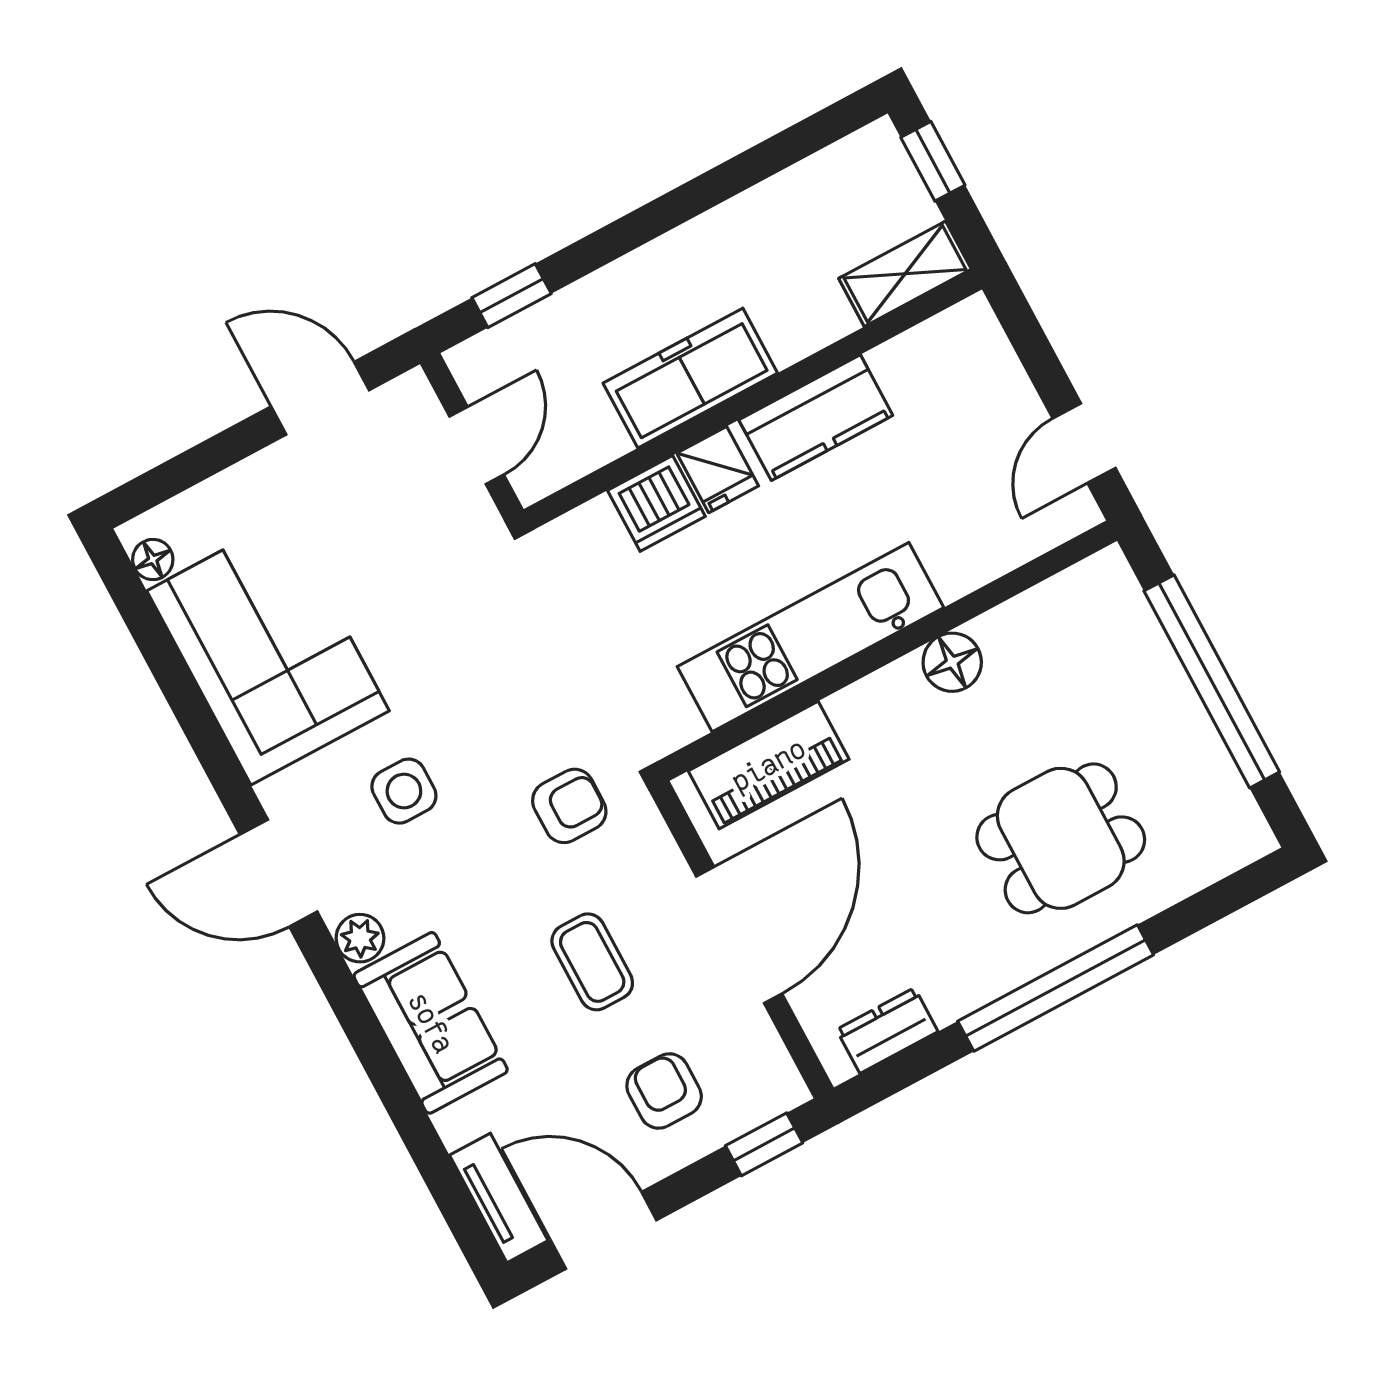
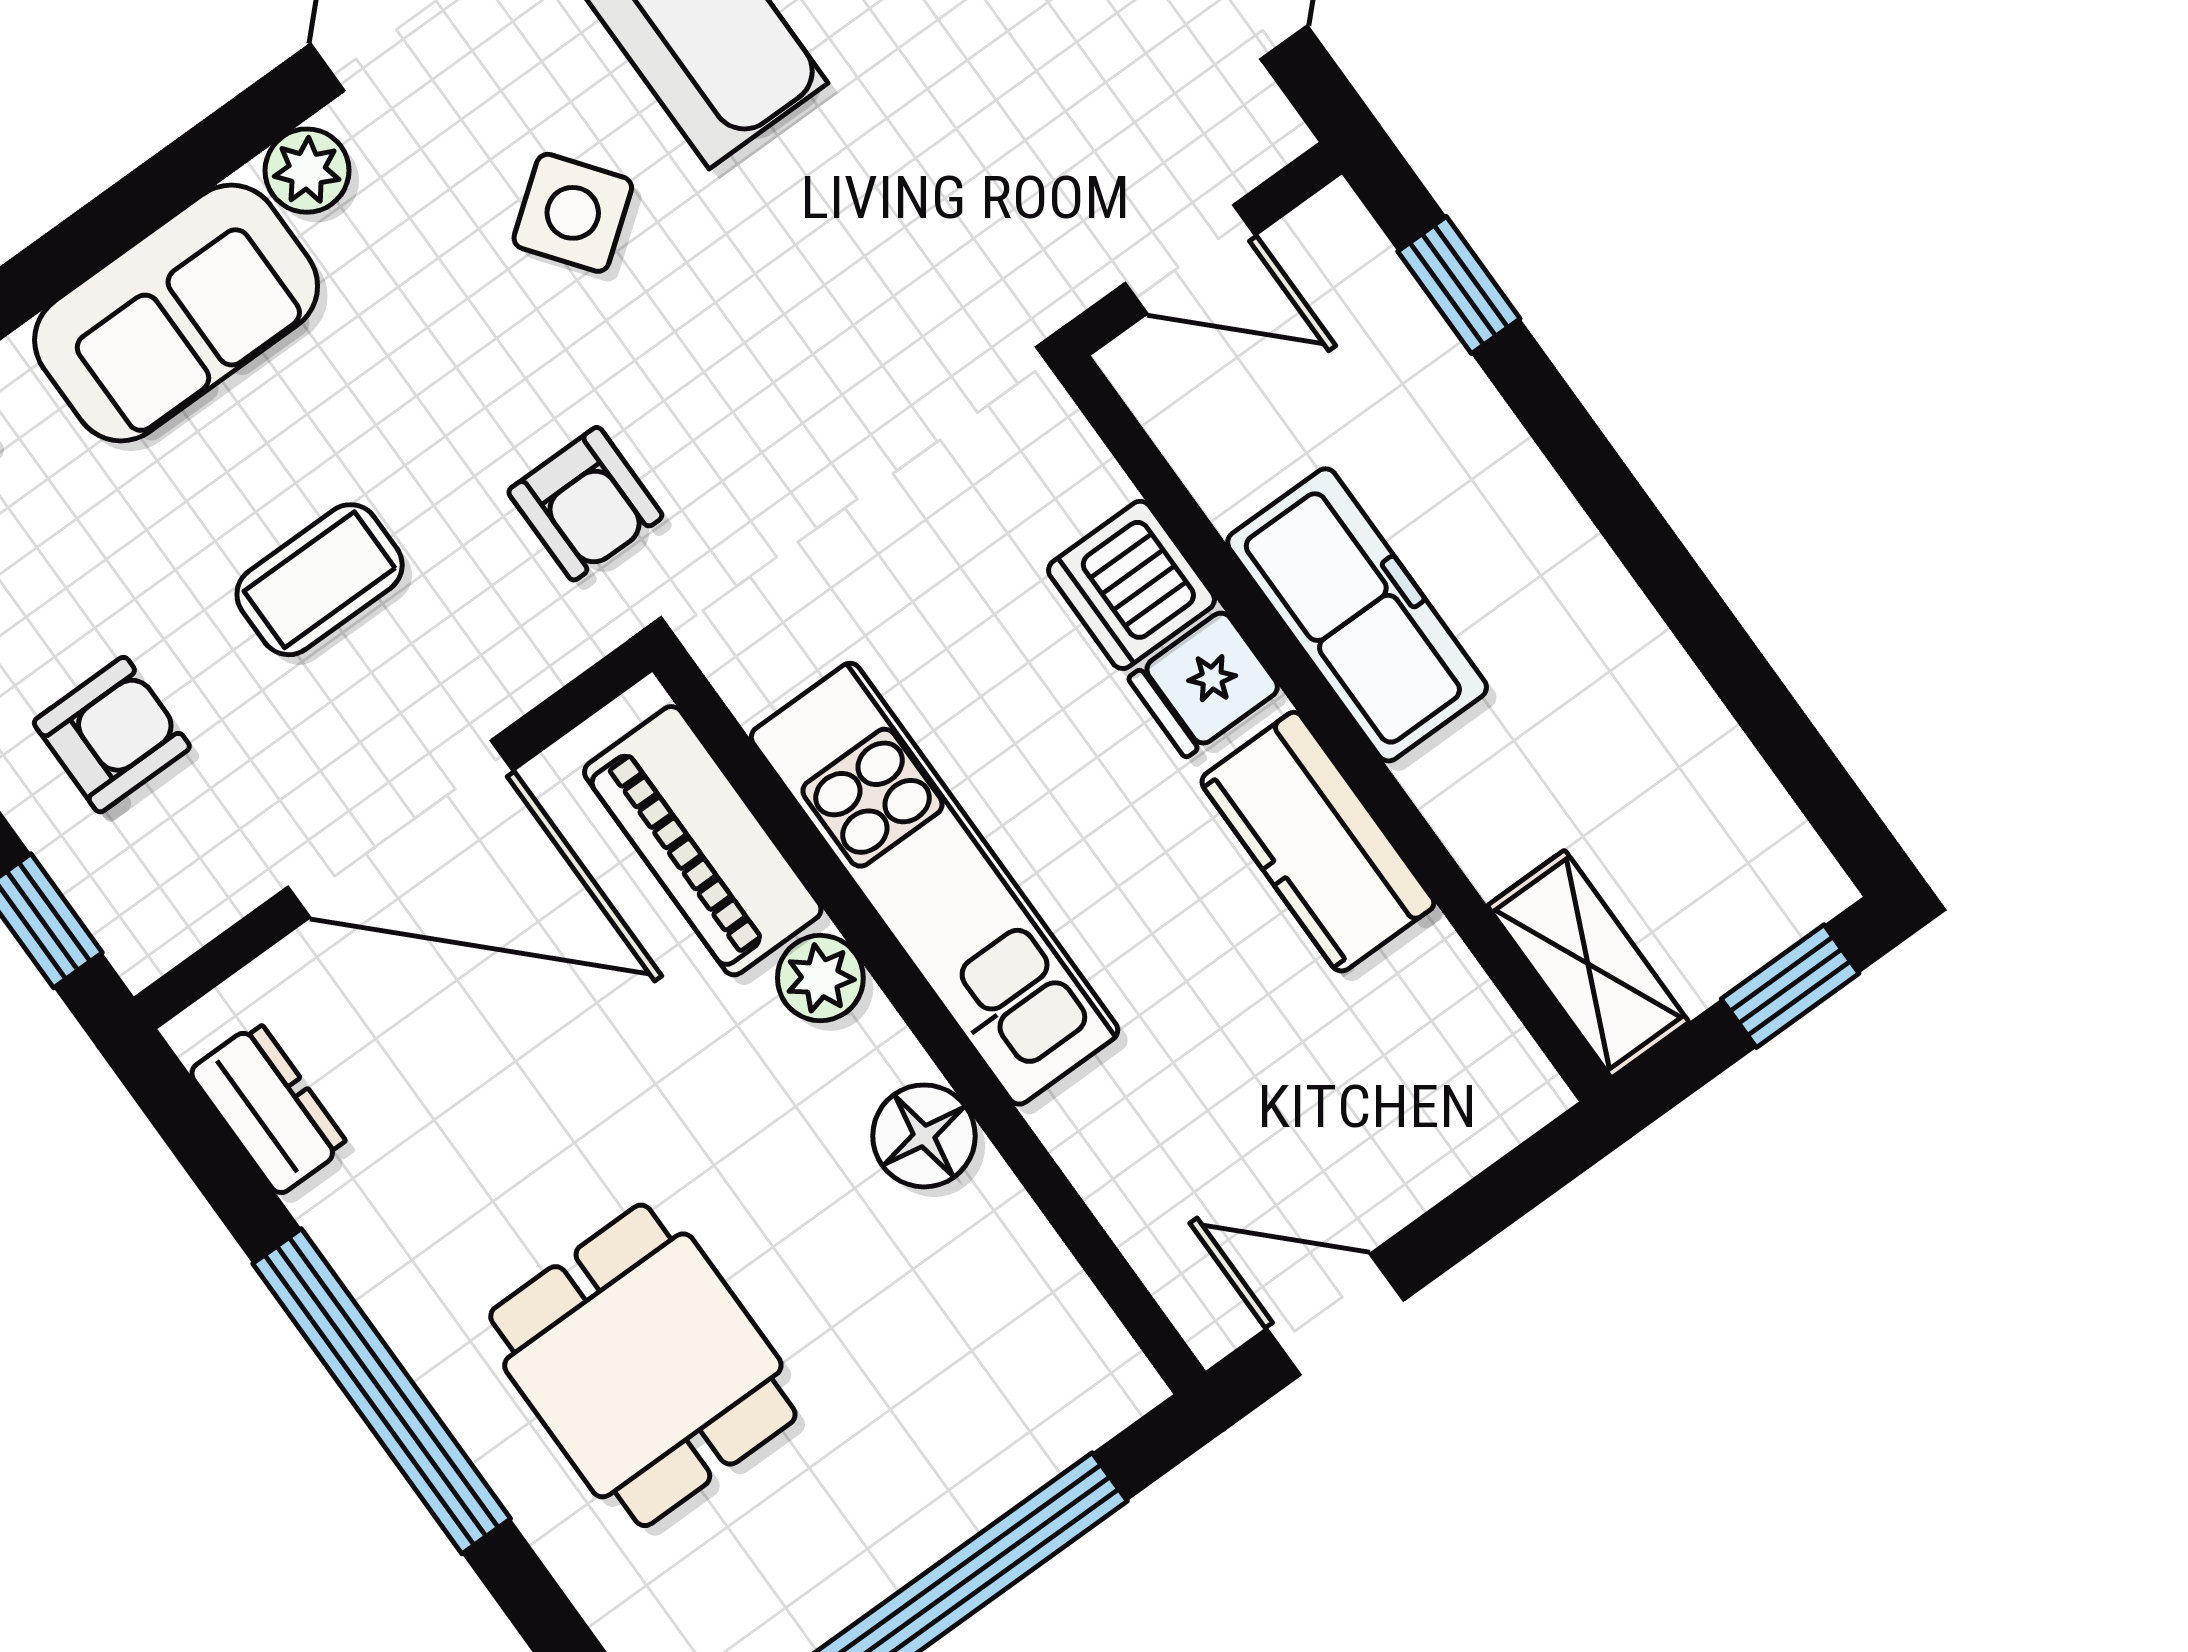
plant: (855, 709) -> (820, 978), added
side table: (404, 791) -> (573, 213), turned -37

